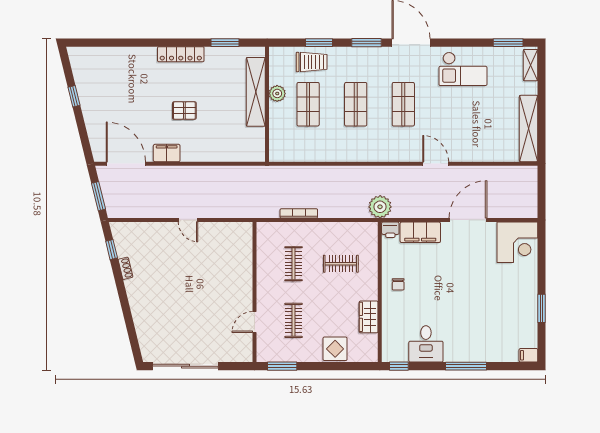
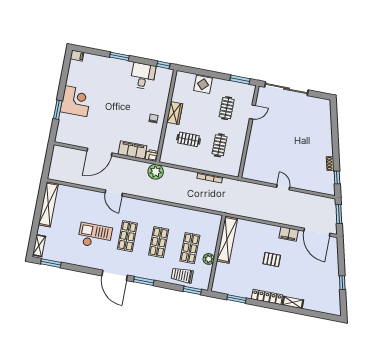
window: (319, 43) -> (192, 290), moved
shelving: (141, 53) -> (293, 302), added
checkout: (463, 69) -> (95, 236), moved
shelving: (256, 92) -> (227, 240), moved
corner desk: (517, 242) -> (76, 101), moved, turned 90
window: (542, 308) -> (58, 110), moved
wardrobe: (369, 317) -> (175, 113), moved
sliding door: (185, 366) -> (286, 89), moved
window: (466, 366) -> (119, 56), width x0.69

